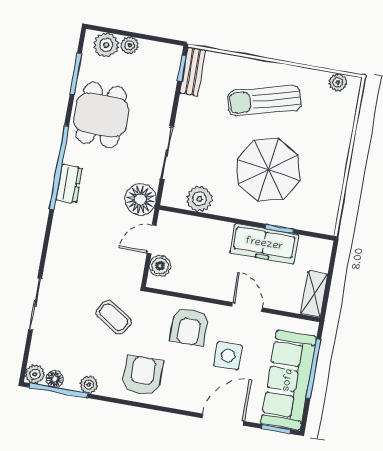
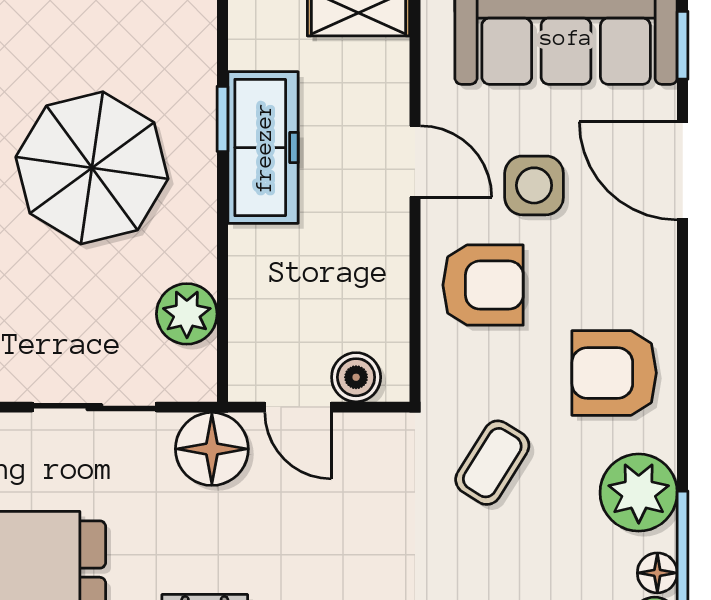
door: (247, 307) -> (415, 161), swing flipped
plant: (89, 385) -> (639, 493), width x1.87, depth x1.87

